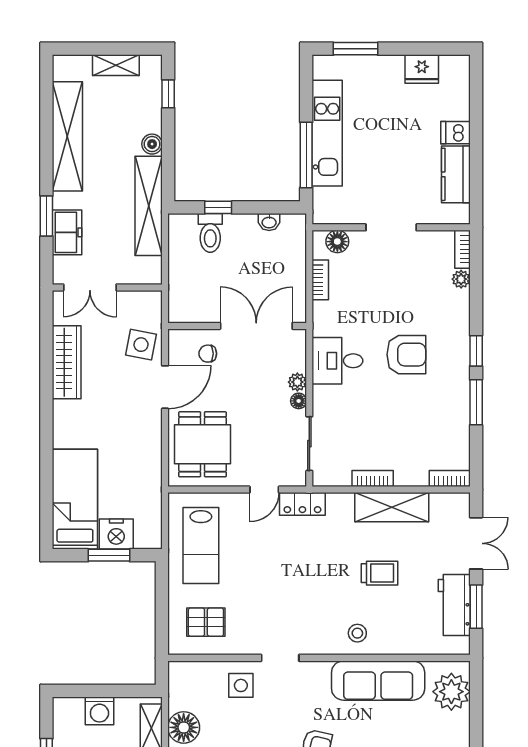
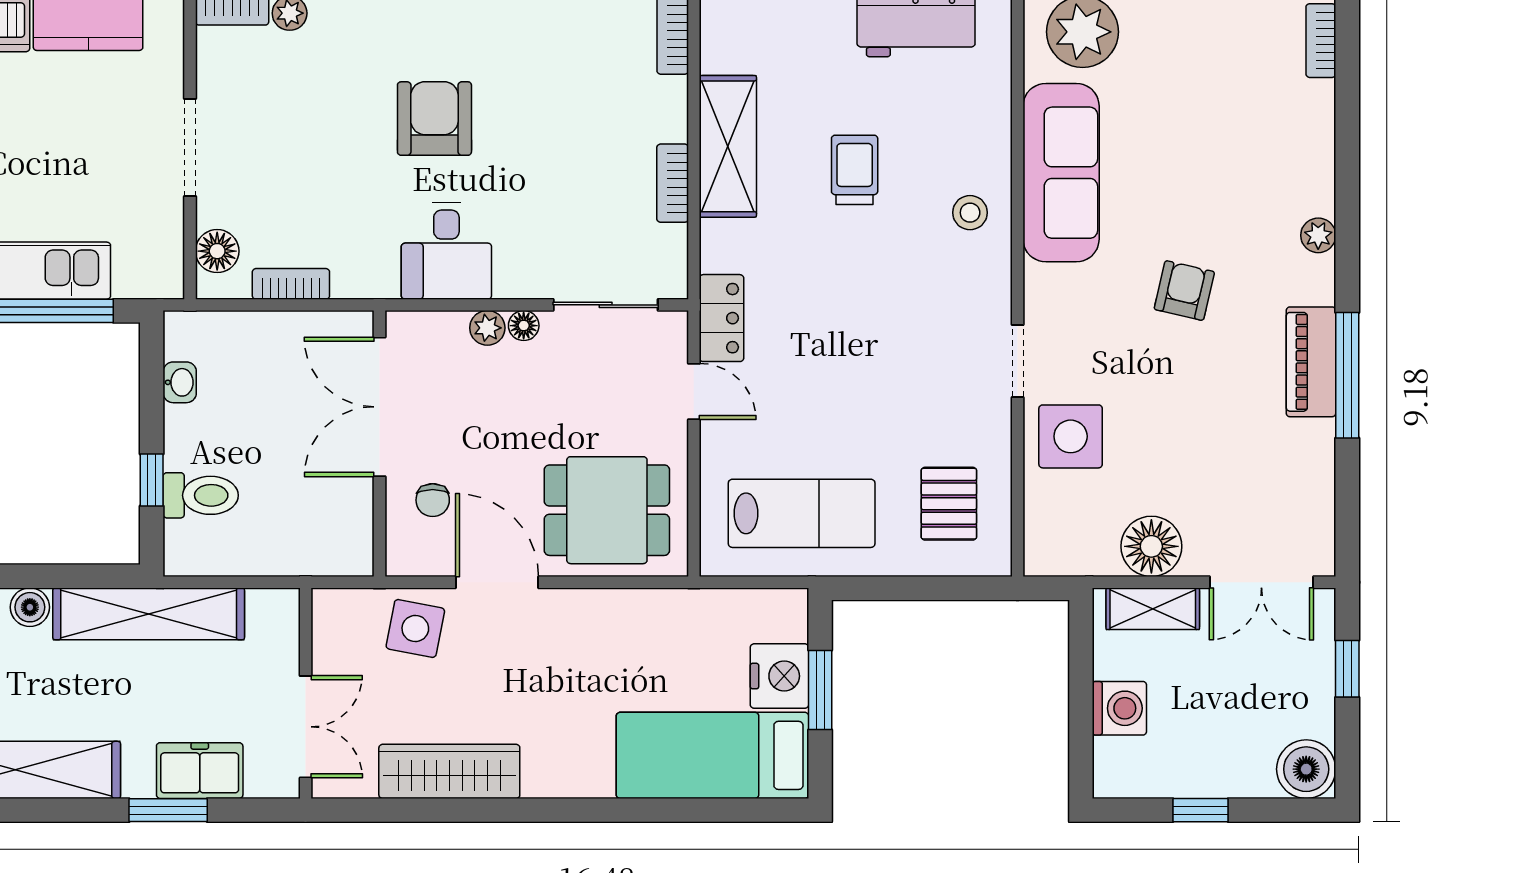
side table: (241, 685) -> (1071, 436), width x1.37, depth x1.37

